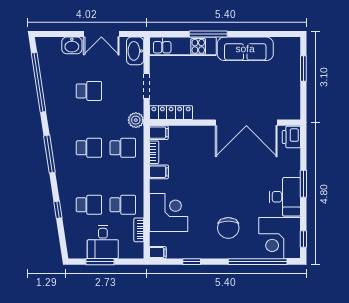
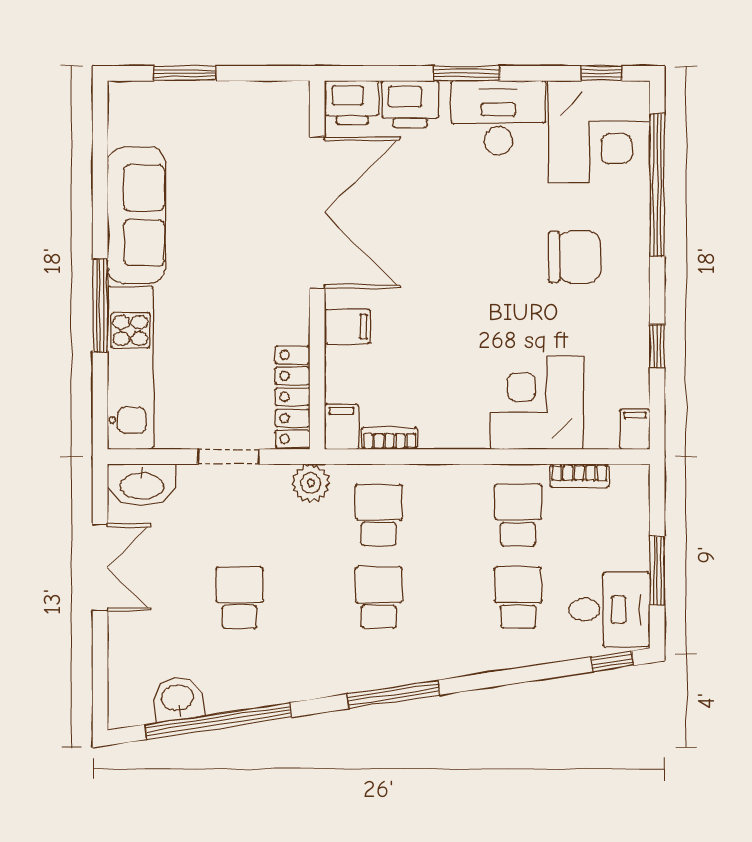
washbasin: (72, 45) -> (178, 699), moved, turned -99
printer: (291, 161) -> (410, 104), added
filing cabinet: (159, 172) -> (347, 327), moved, turned 90
window: (58, 210) -> (612, 661), moved
desk: (103, 242) -> (609, 610), moved

